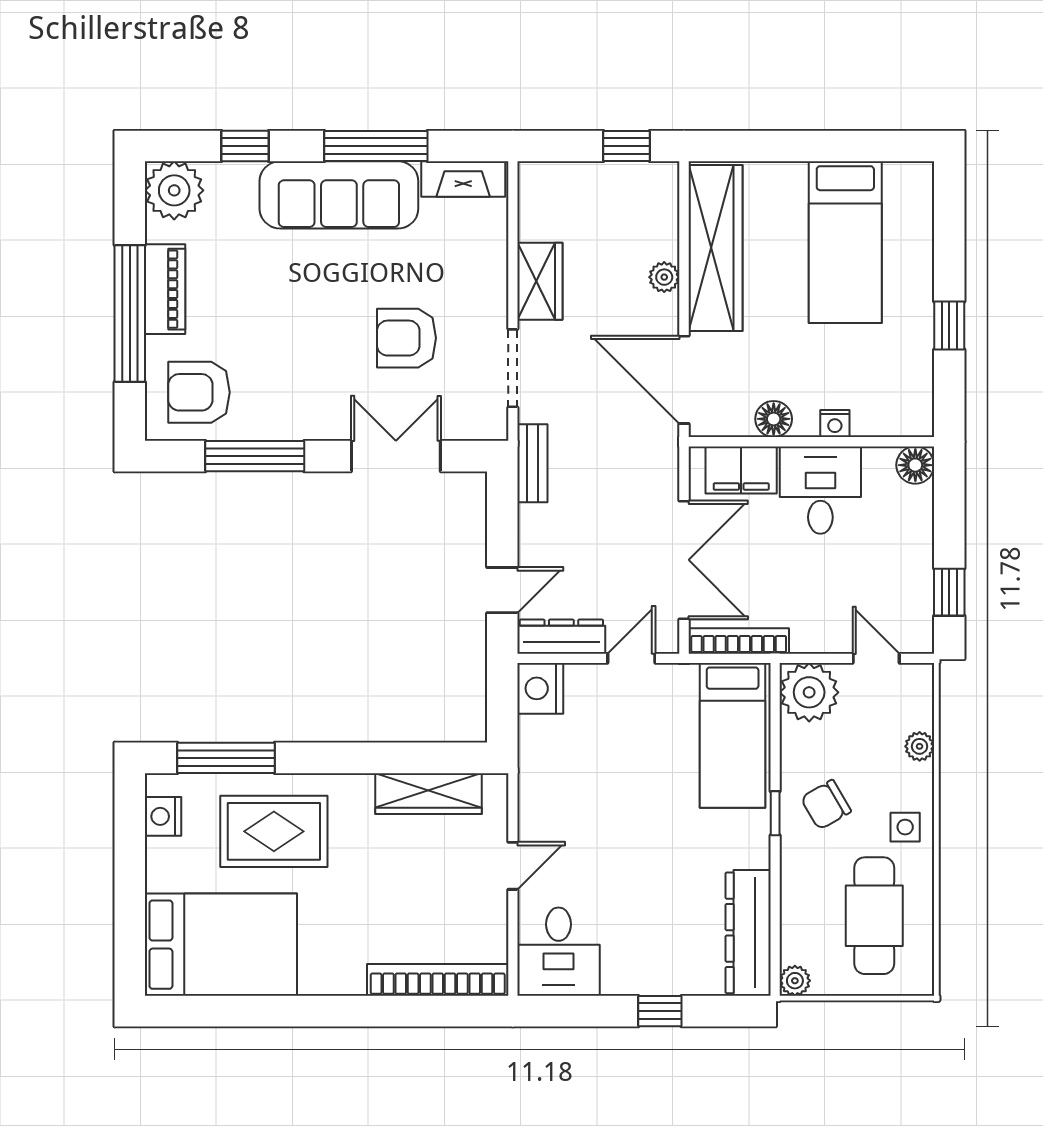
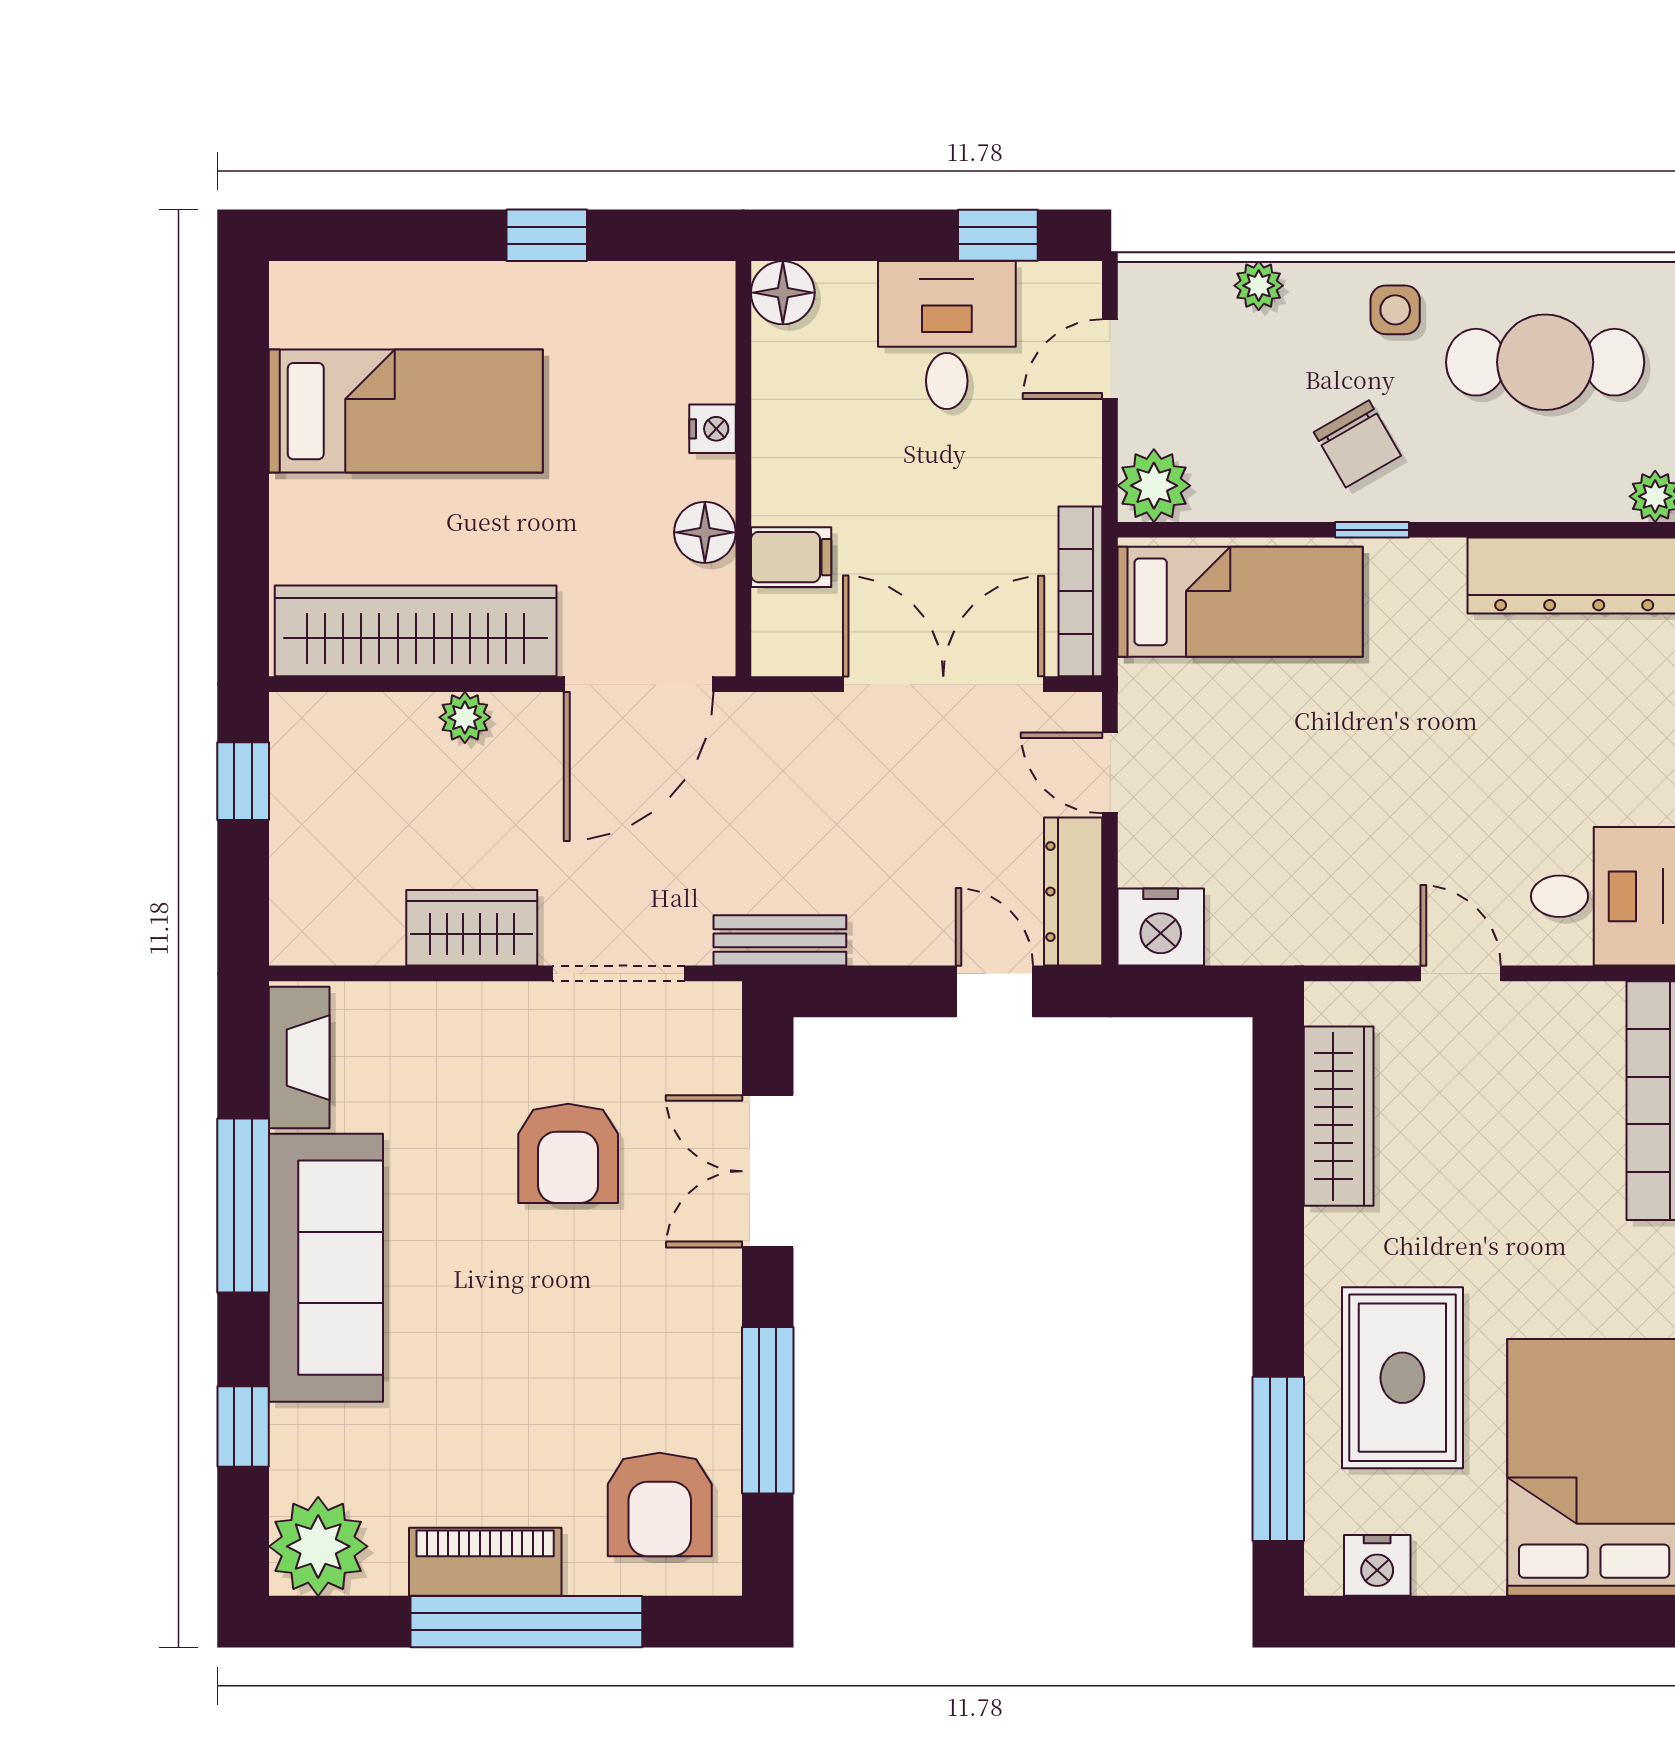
filing cabinet: (741, 470) -> (791, 557), width x0.50
desk: (820, 490) -> (947, 335), moved, turned 90
plant: (809, 692) -> (1154, 486), width x0.73, depth x0.73

